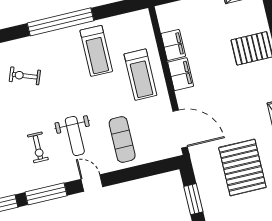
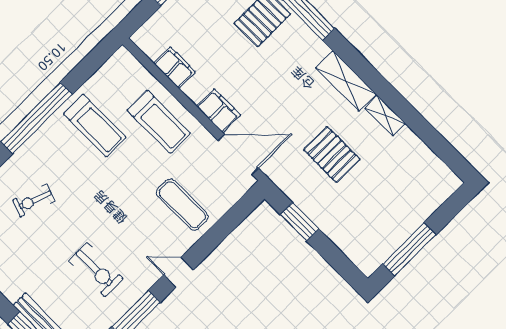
filing cabinet: (181, 74) -> (219, 111), moved
weight bench: (75, 136) -> (128, 232), removed
exercise bike: (38, 147) -> (96, 270), width x1.38, depth x1.39
pallet: (242, 167) -> (332, 155), width x0.73, depth x0.71

